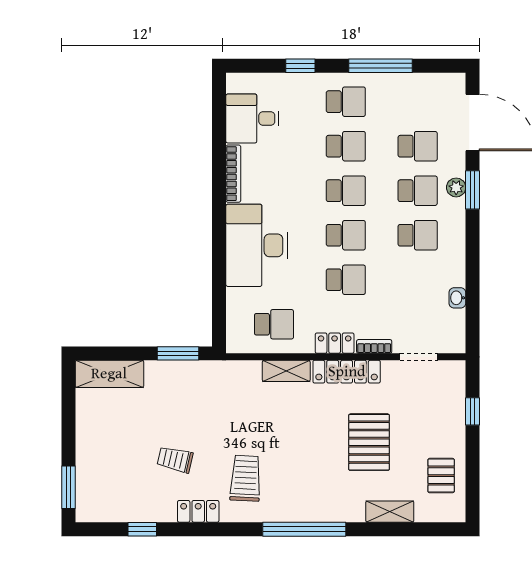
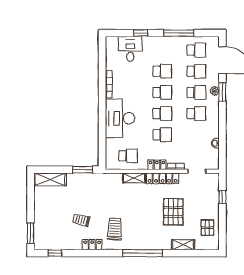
school desk: (346, 102) -> (196, 50), moved
desk: (252, 119) -> (130, 49), moved, turned 90
window: (142, 529) -> (55, 253), moved

